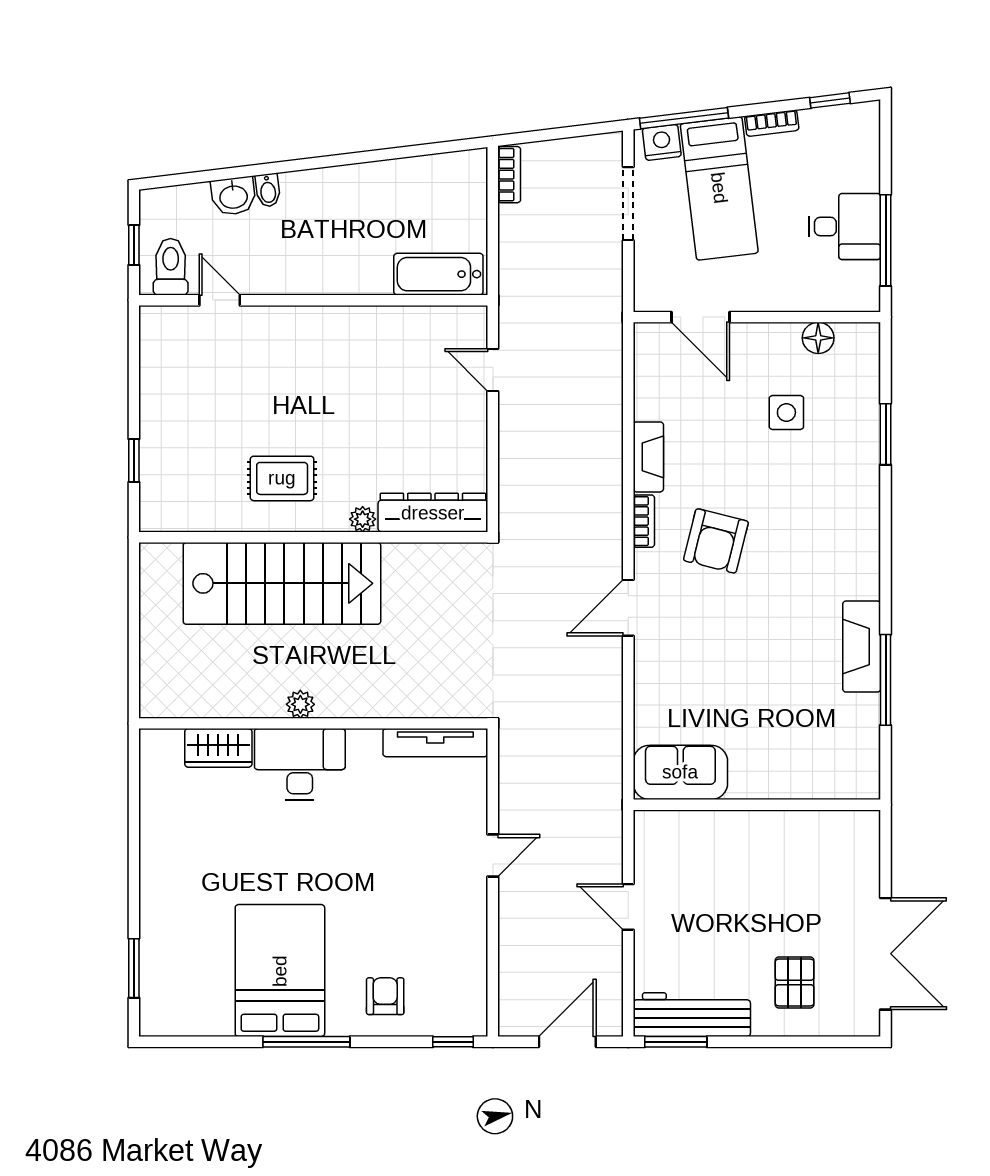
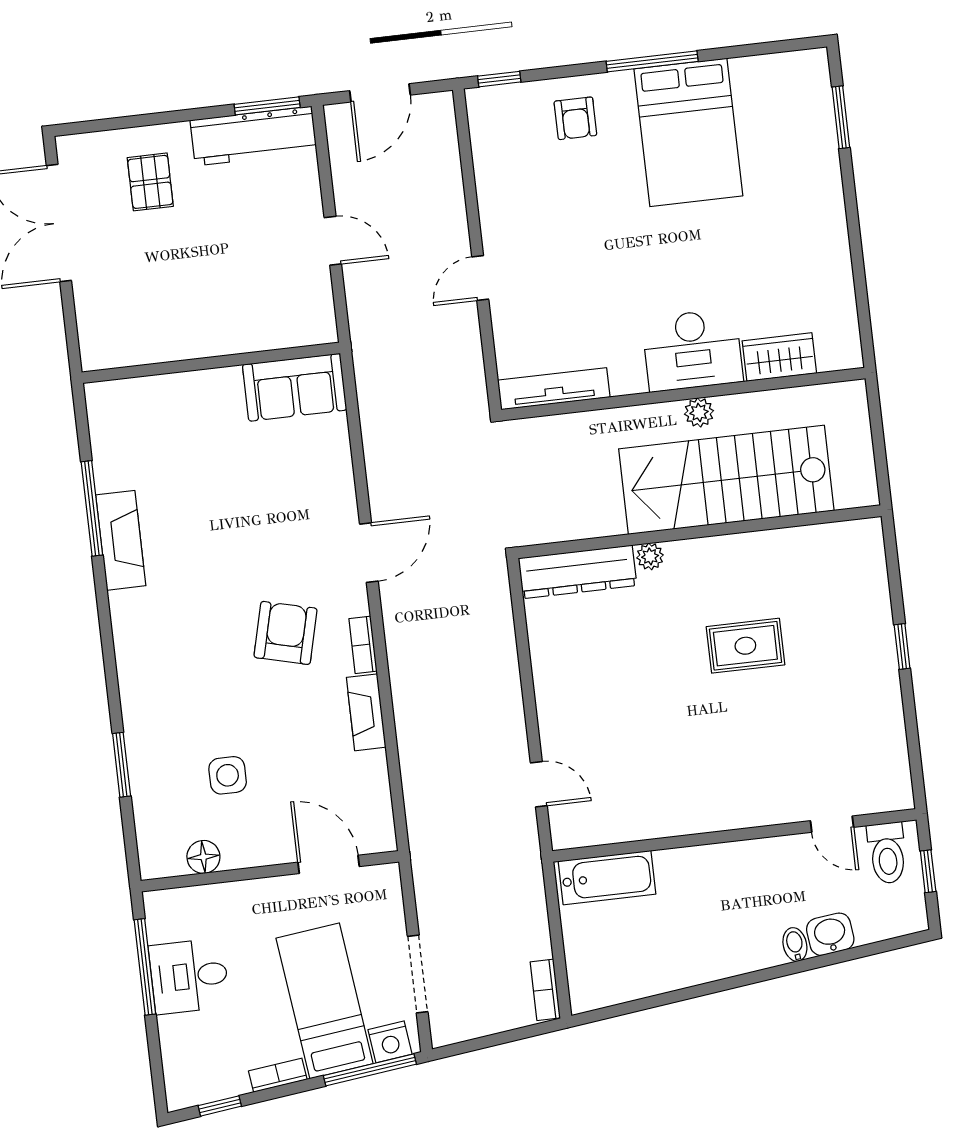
dresser: (433, 513) -> (577, 572), moved
plant: (363, 519) -> (650, 556), moved
wall: (313, 537) -> (699, 532), moved
stairs: (282, 583) -> (726, 480), moved

